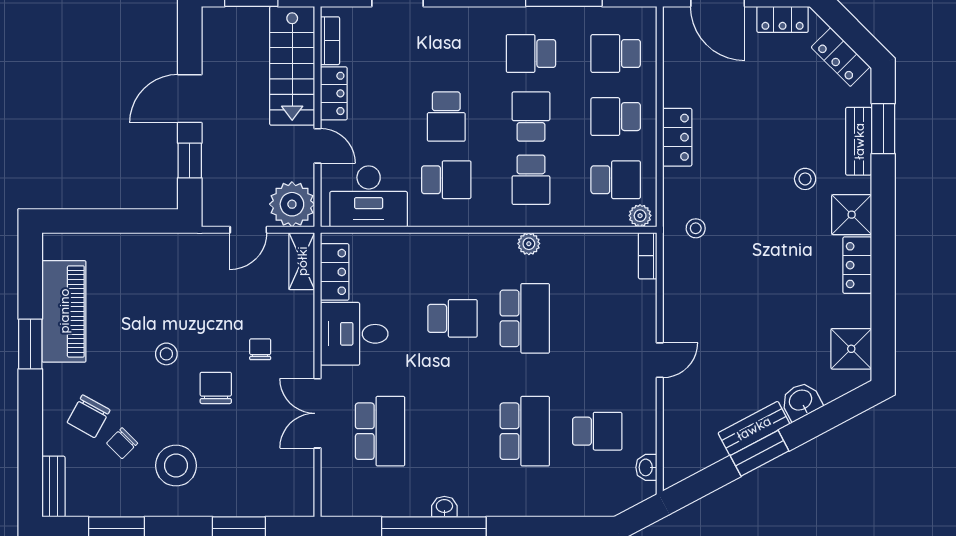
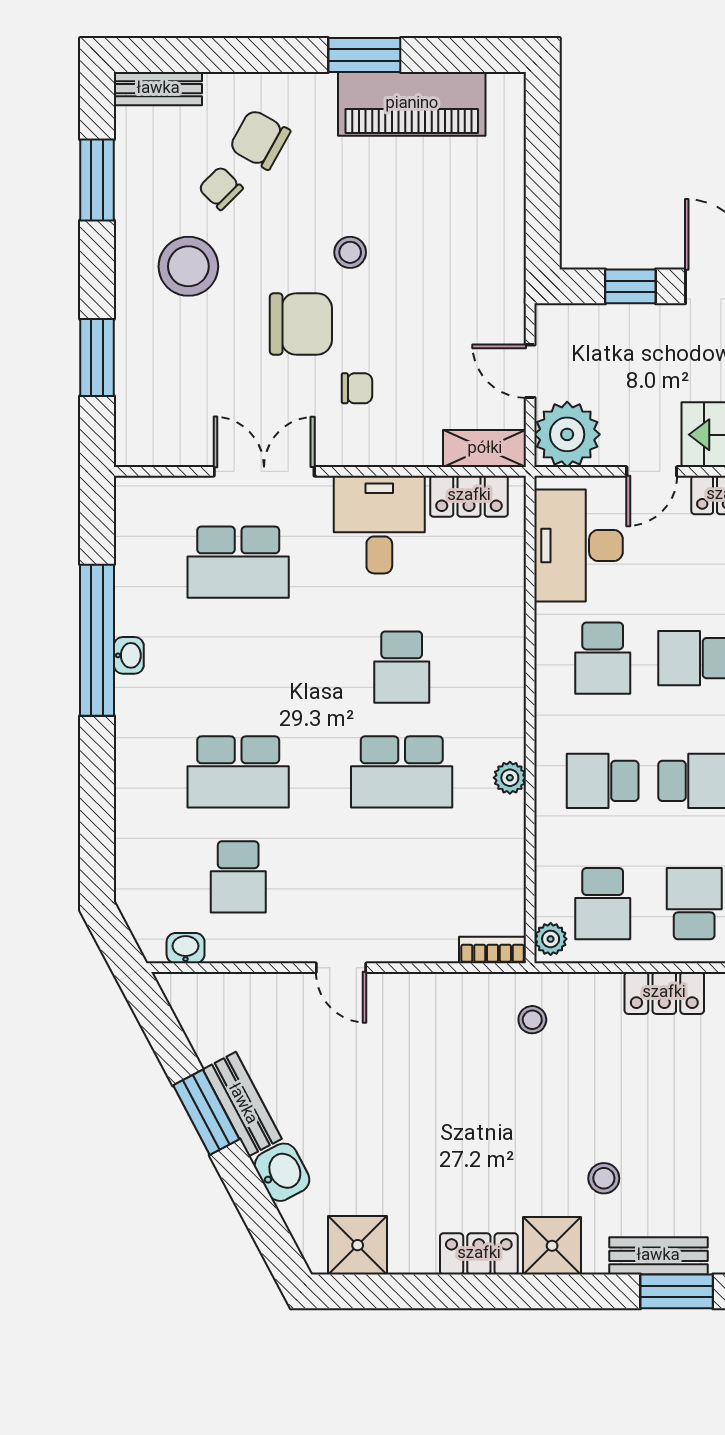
chair: (216, 388) -> (301, 324), width x1.37, depth x1.37

